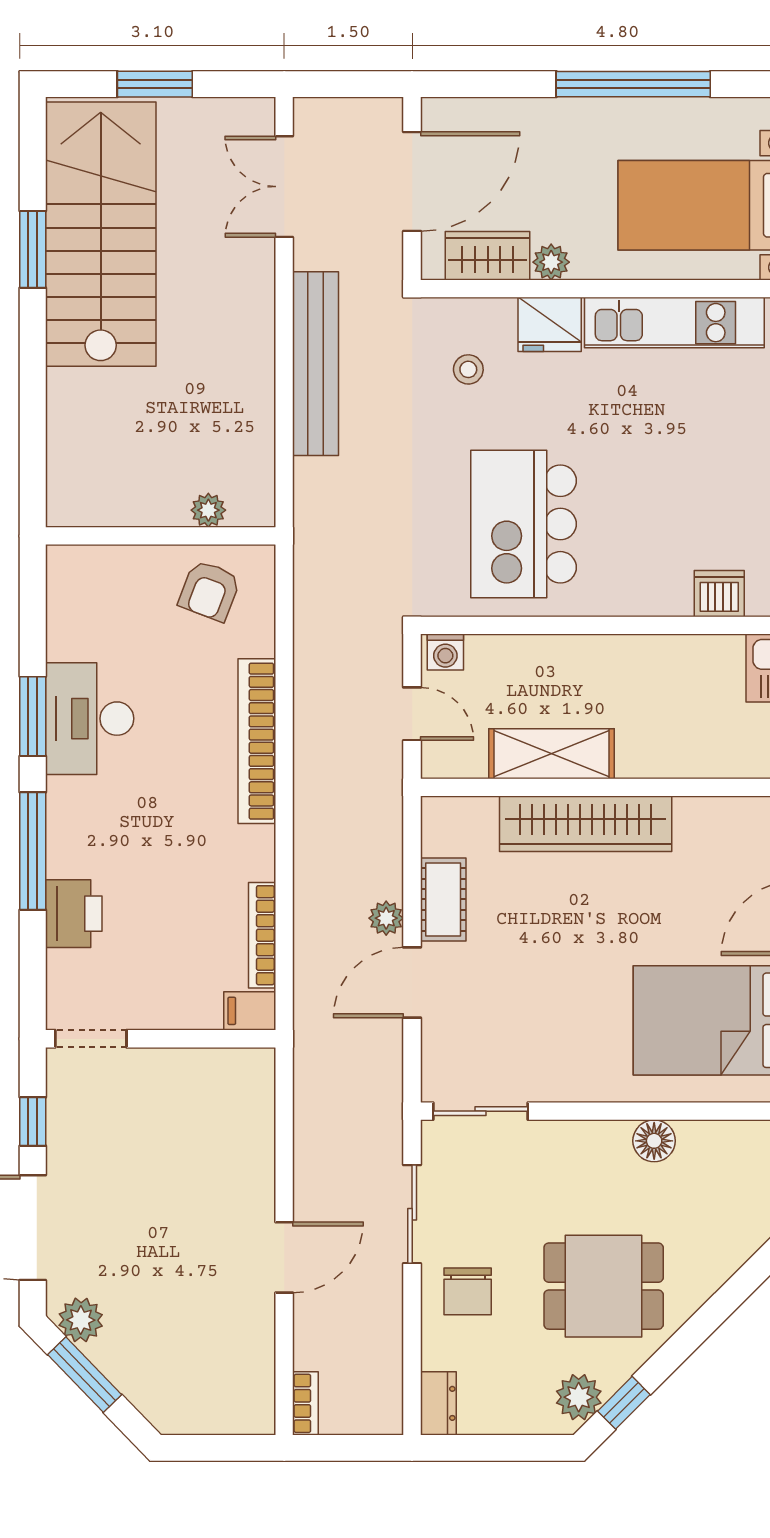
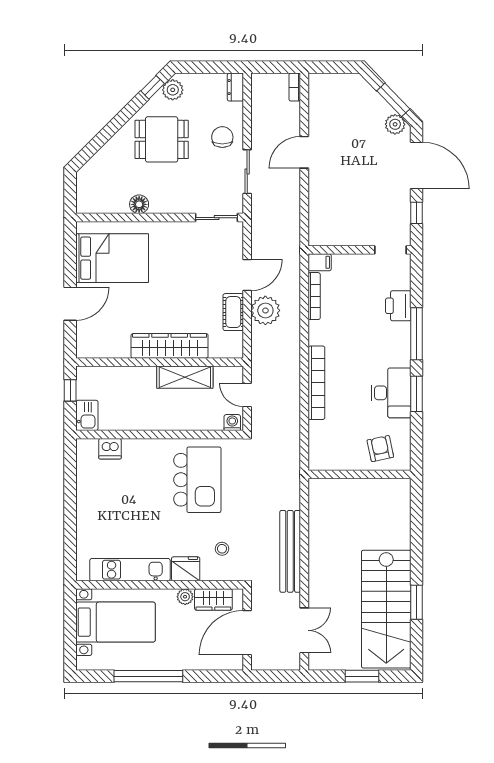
plant: (208, 510) -> (338, 486), removed
armchair: (209, 591) -> (380, 449), moved, turned -33
plant: (386, 918) -> (265, 310), width x1.87, depth x1.87

